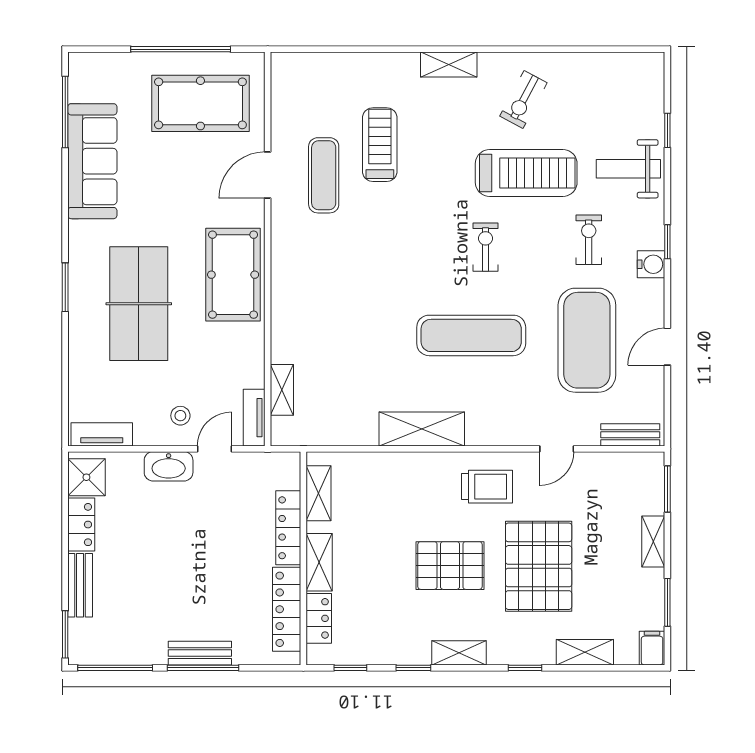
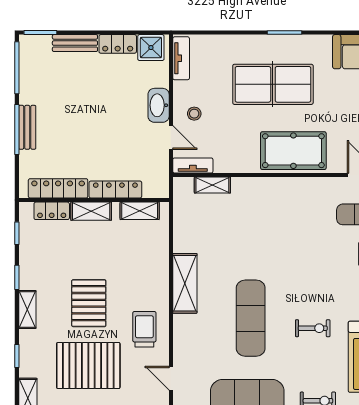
trolley: (487, 487) -> (144, 329), turned 180

